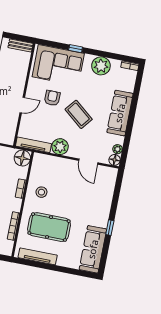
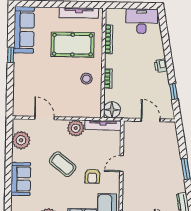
sofa: (120, 113) -> (21, 179), width x0.73
plant: (118, 149) -> (21, 140), width x1.88, depth x1.88
floor lamp: (115, 160) -> (18, 124), removed

